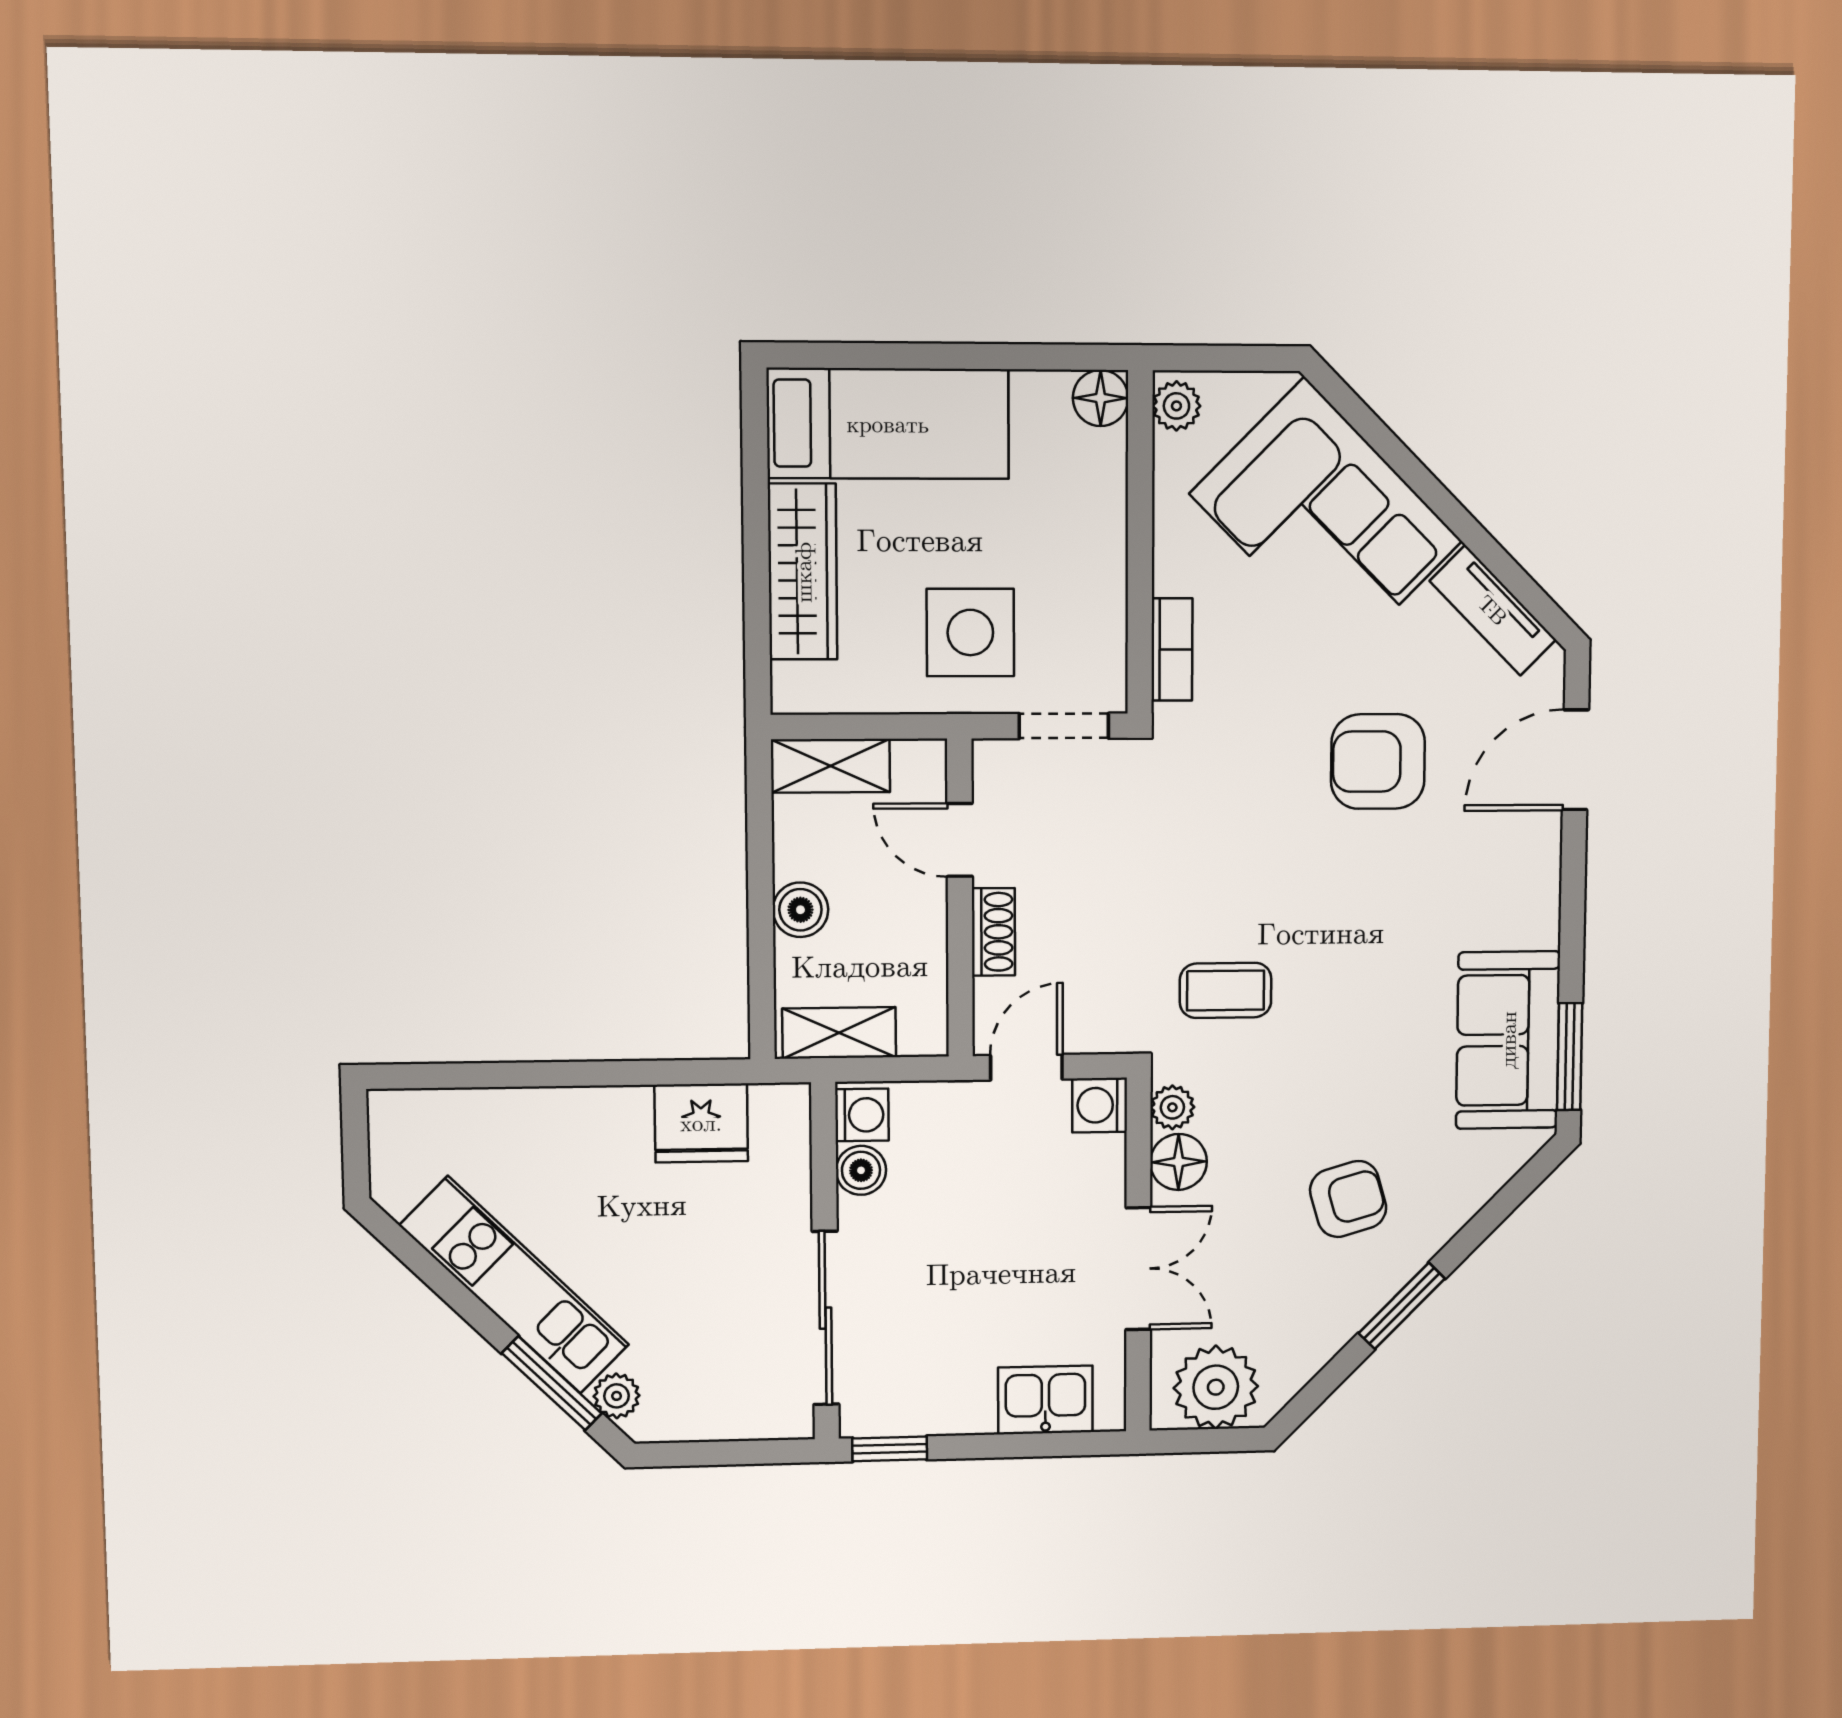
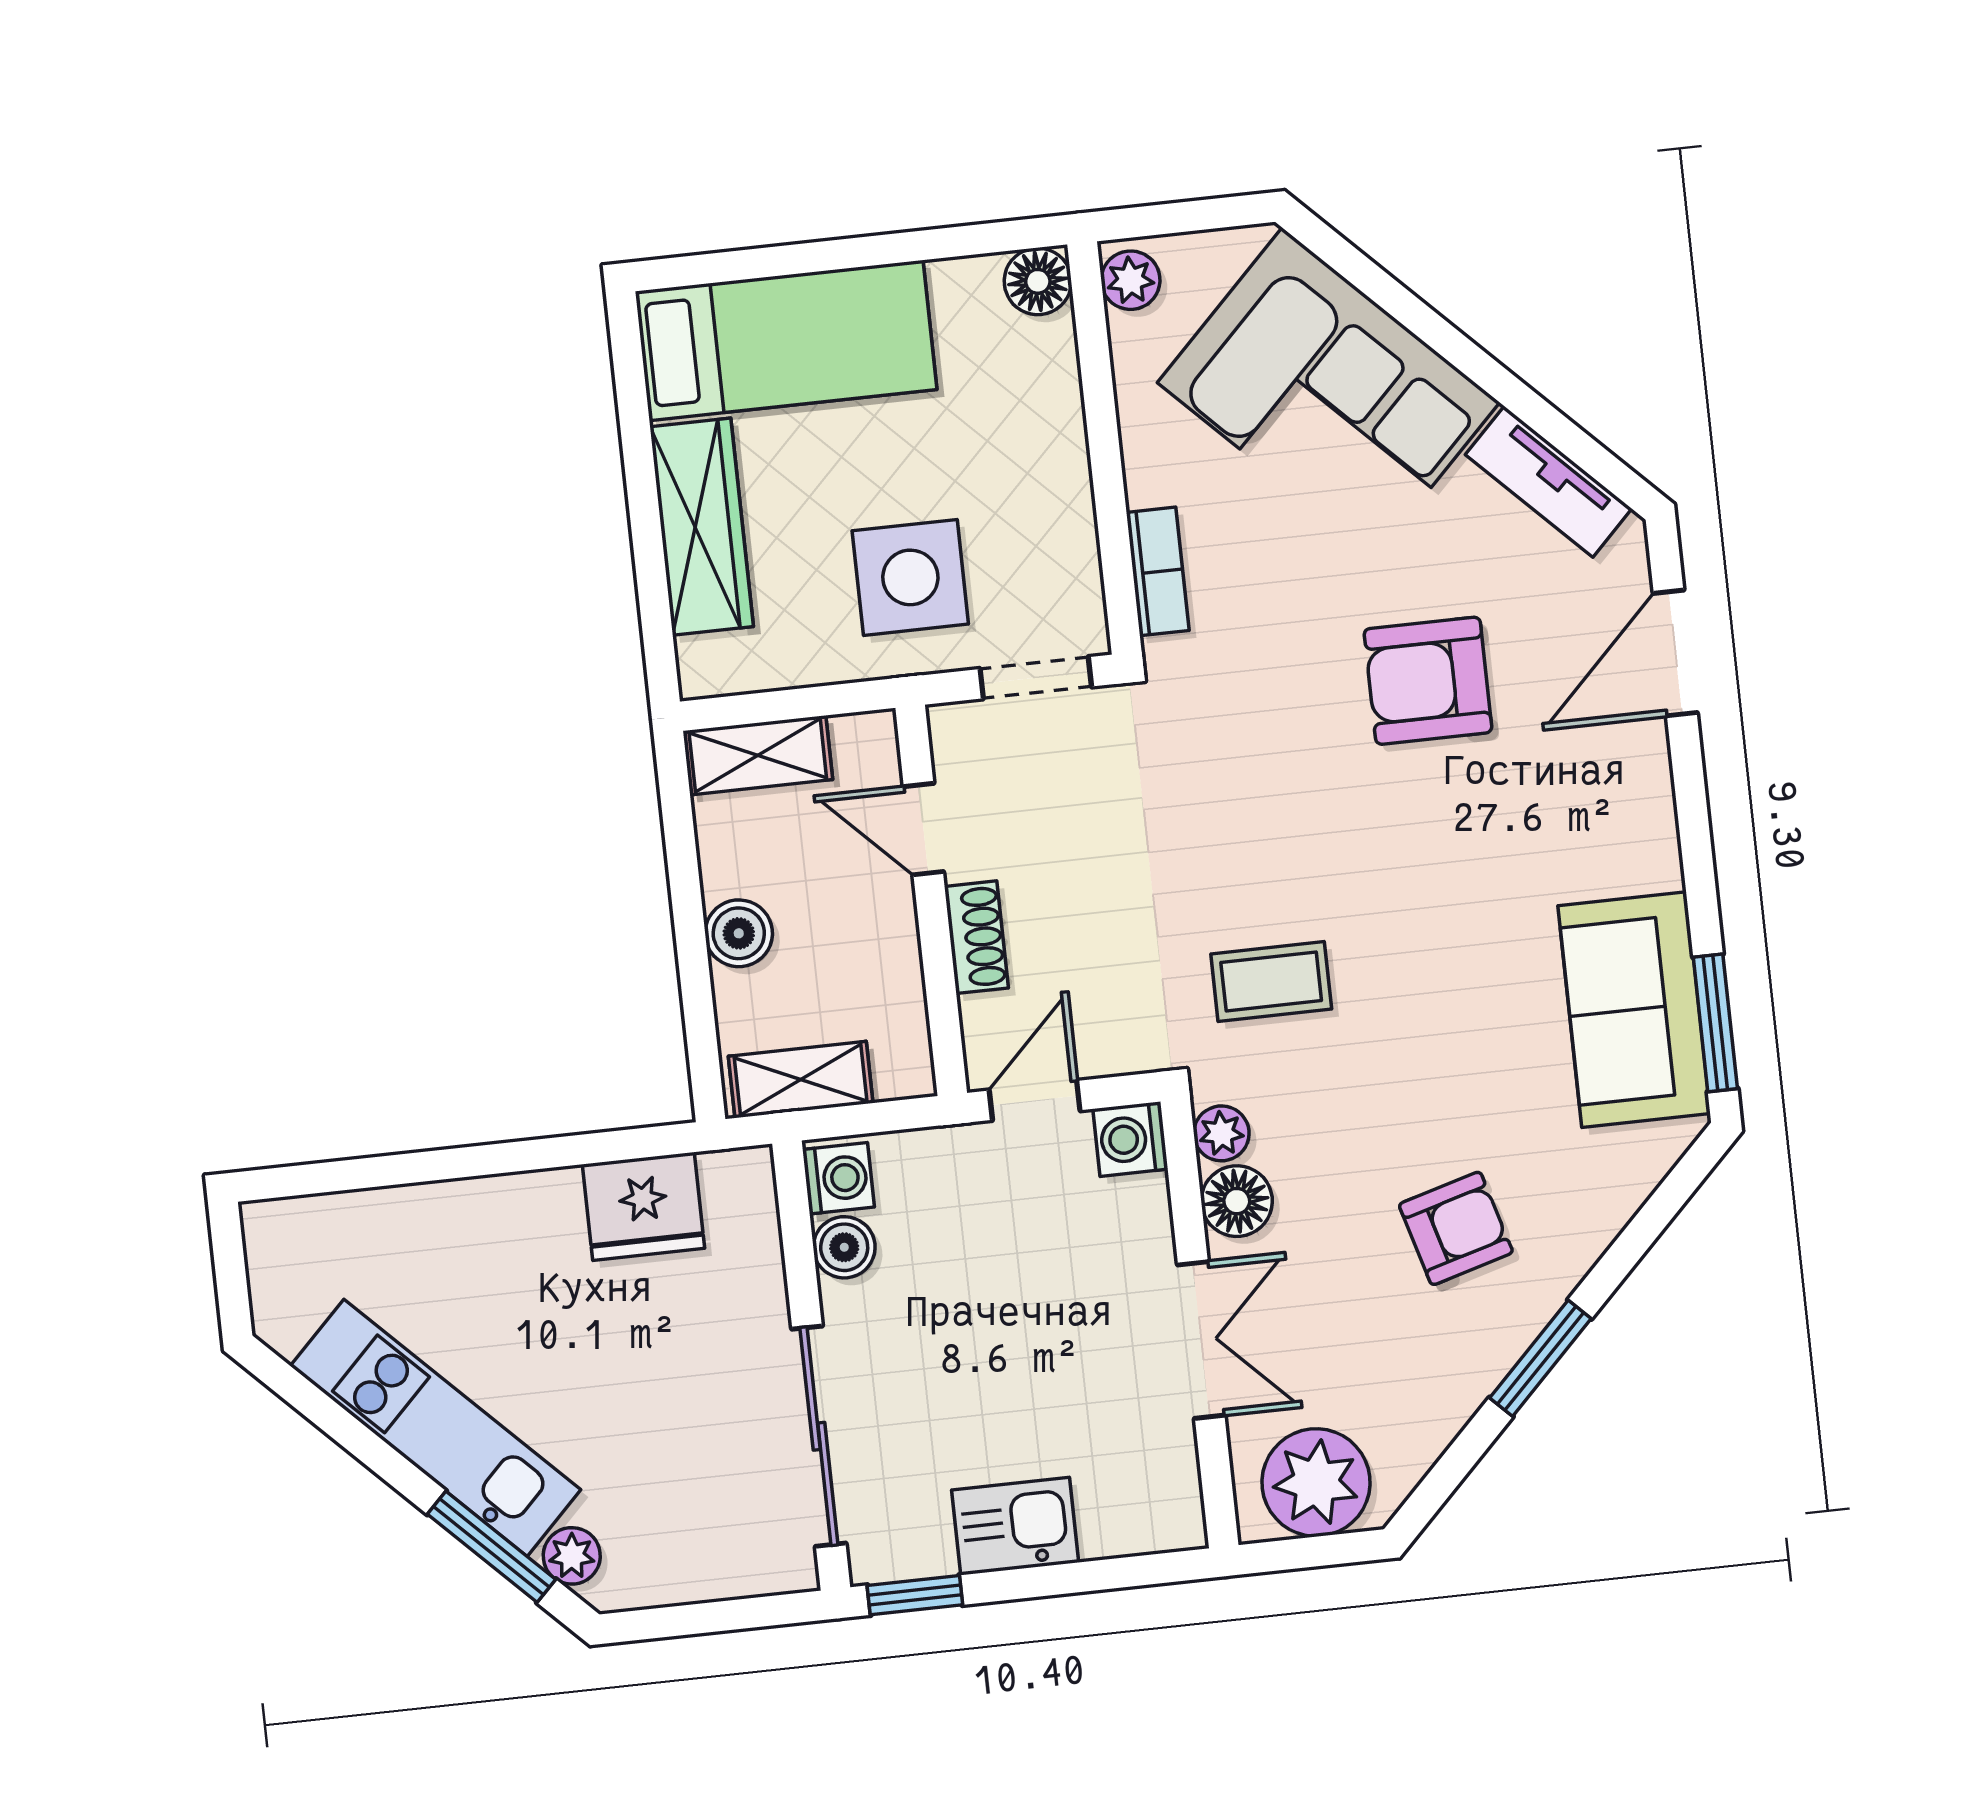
kitchen sink: (1045, 1400) -> (1015, 1526), moved

